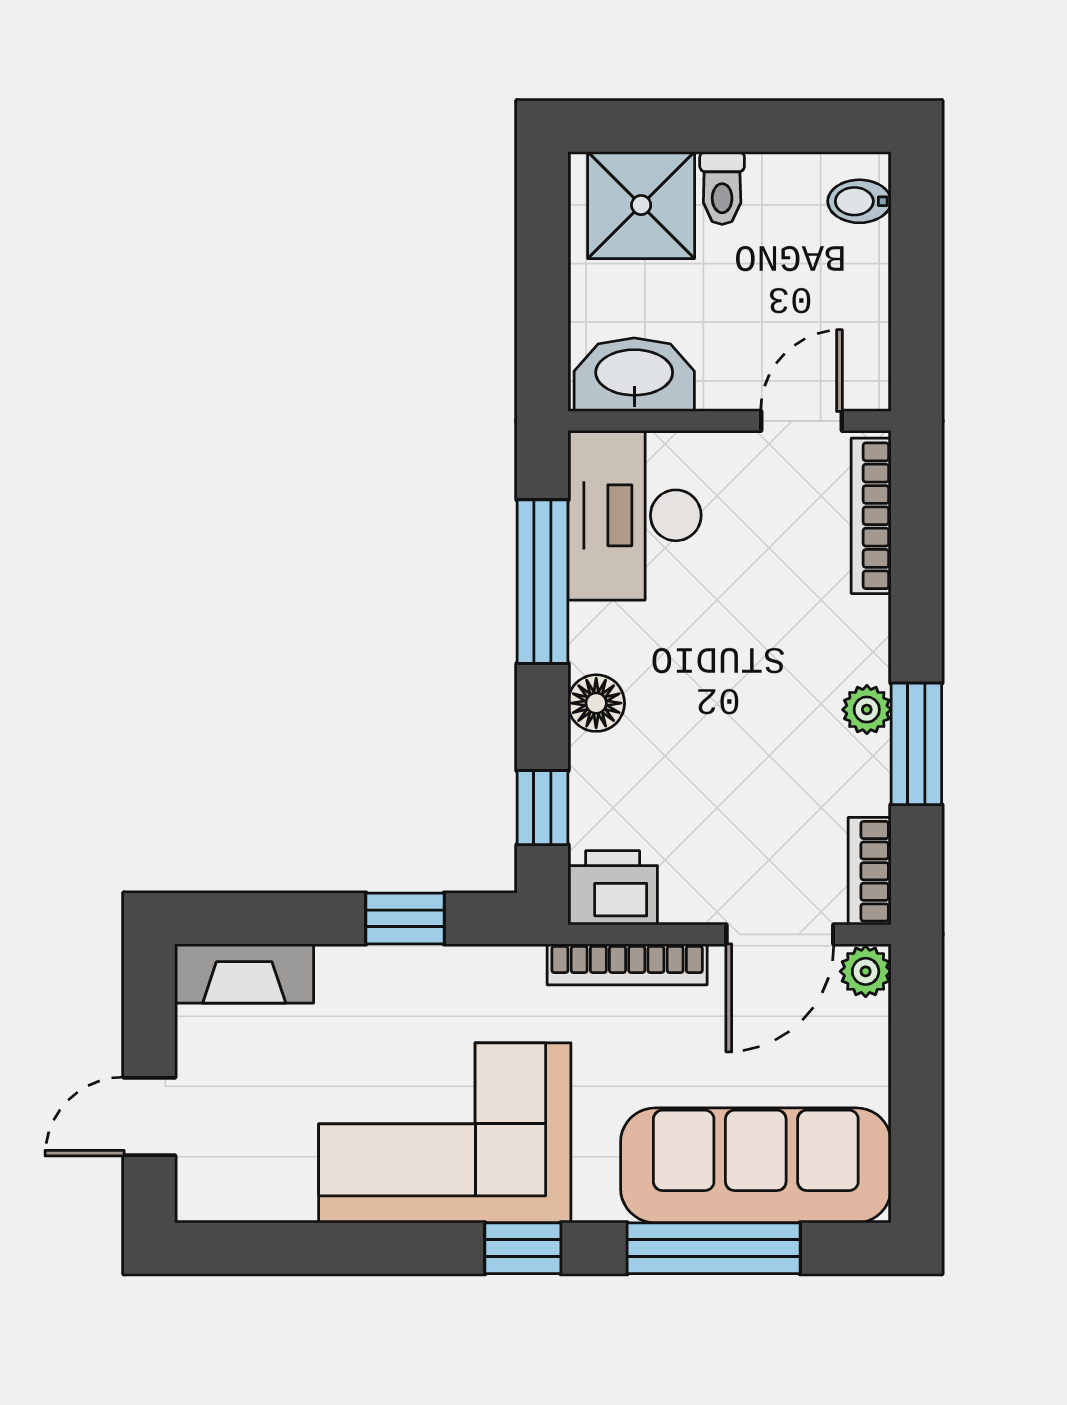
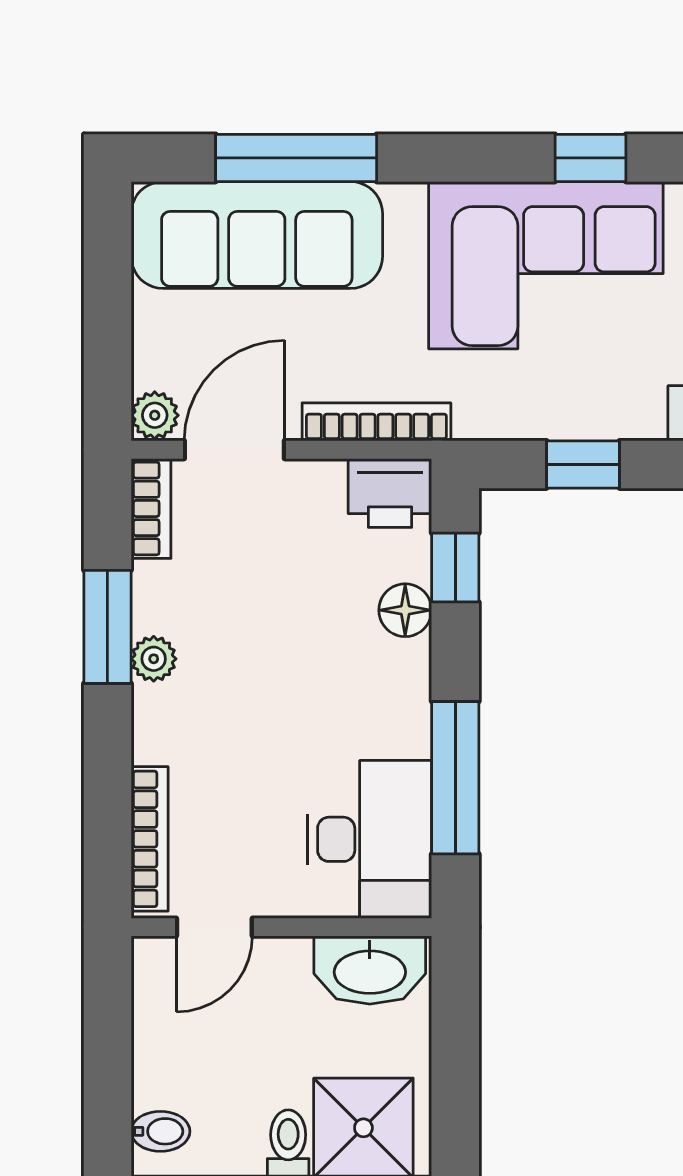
floor lamp: (596, 703) -> (405, 610), moved
window: (523, 1248) -> (590, 158), moved

